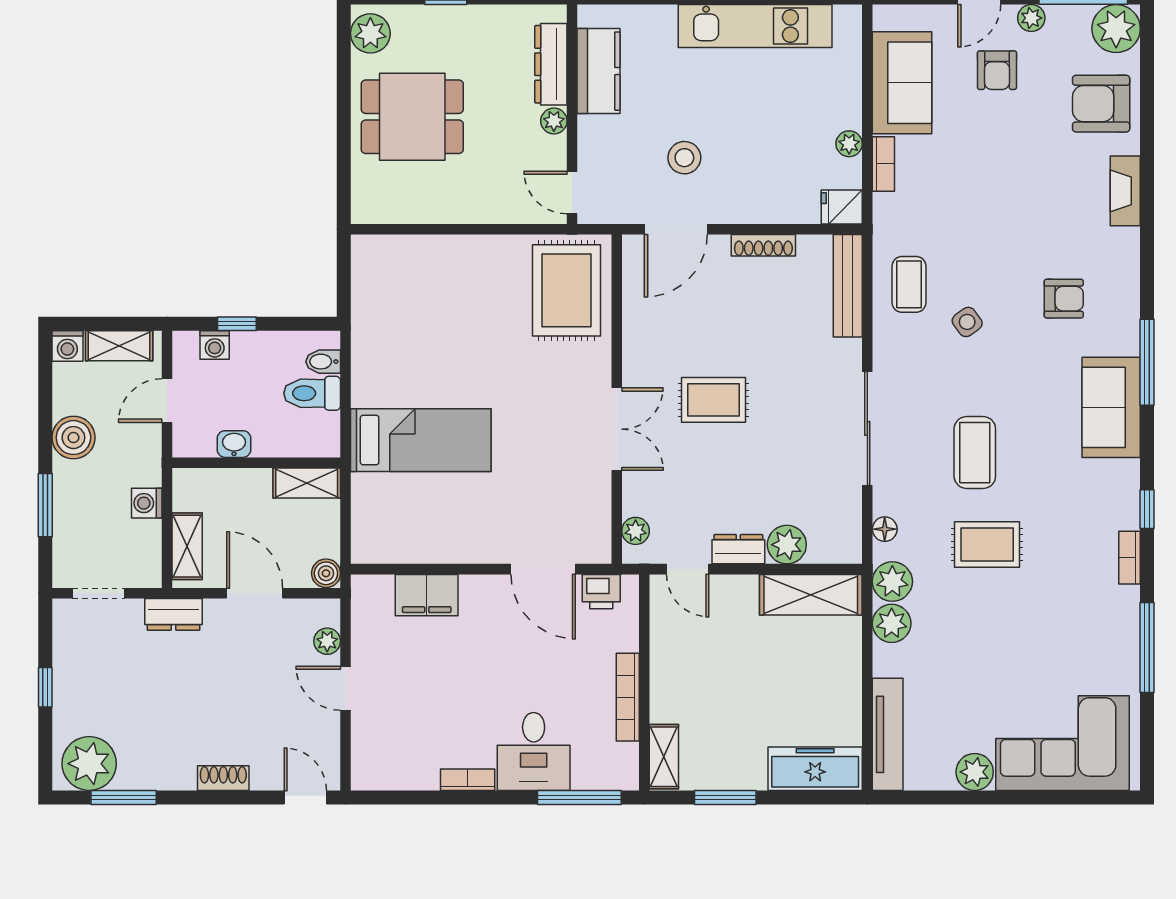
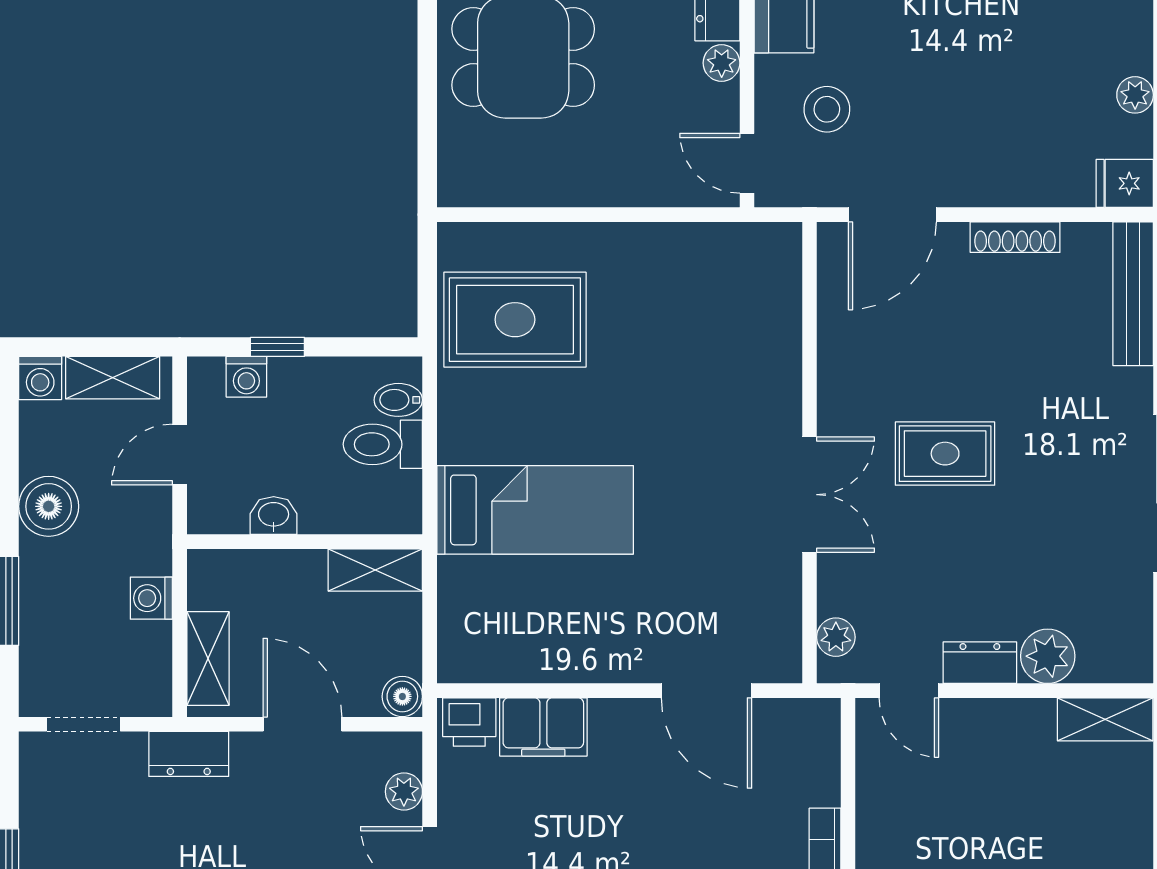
stool: (684, 158) -> (827, 109), moved
rug: (566, 290) -> (515, 320), moved, turned 90
printer: (601, 592) -> (469, 722), moved
shelving: (811, 595) -> (1105, 719), width x0.67, depth x0.75

